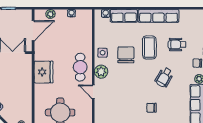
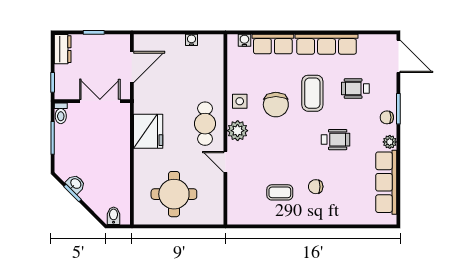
plant: (51, 14) -> (159, 41), removed
chair: (126, 55) -> (276, 105), turned 180
wheelchair: (164, 77) -> (335, 140), turned -119
coffee table: (128, 111) -> (280, 192), added

